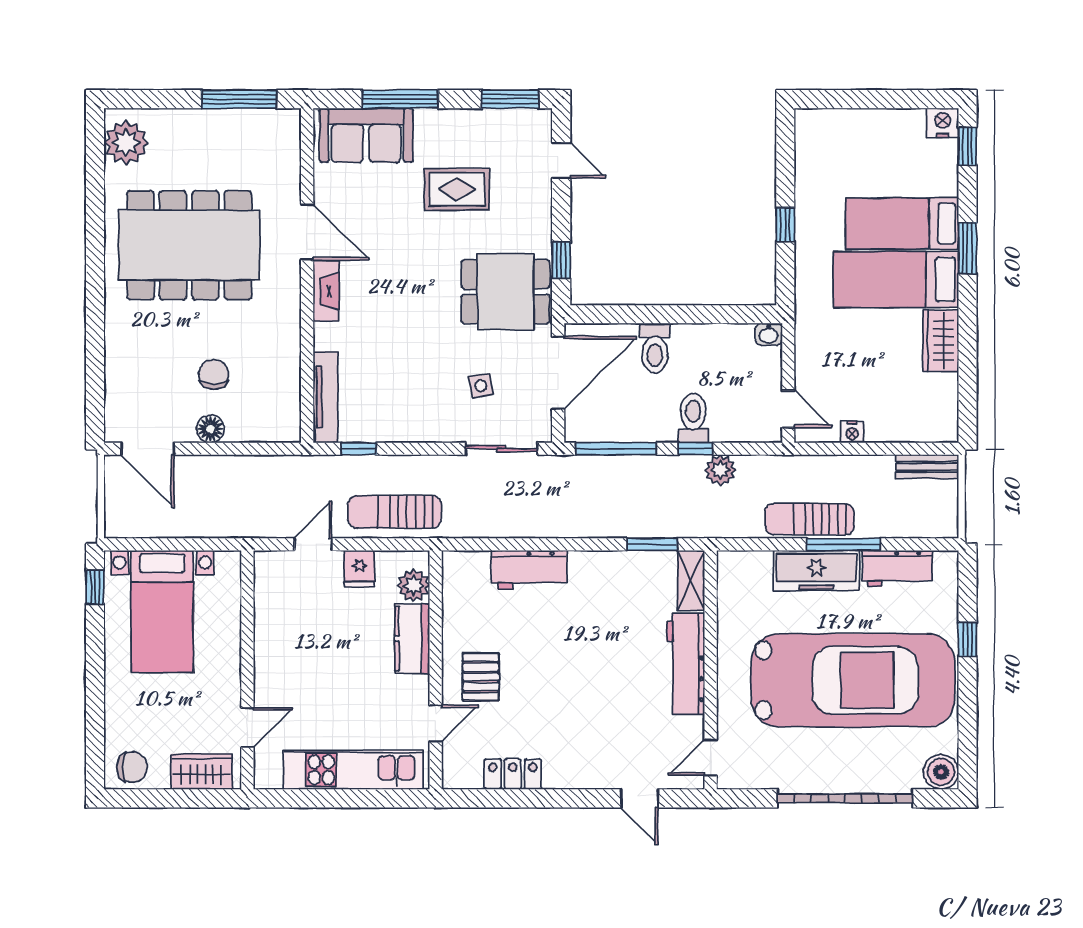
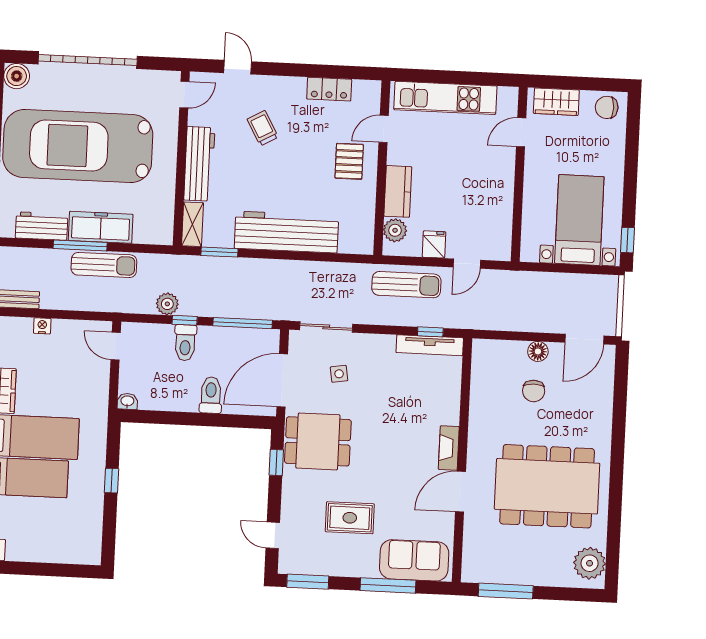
door: (307, 232) -> (461, 492), hinge flipped
tv unit: (325, 397) -> (430, 345), moved, turned -90
nightstand: (852, 432) -> (42, 326), moved
door: (148, 449) -> (584, 339), swing flipped
workbench: (529, 570) -> (286, 232), width x1.88, depth x1.32
trolley: (601, 717) -> (263, 128), added

